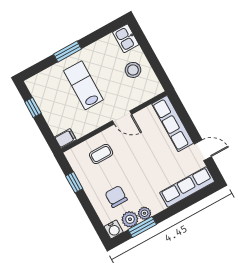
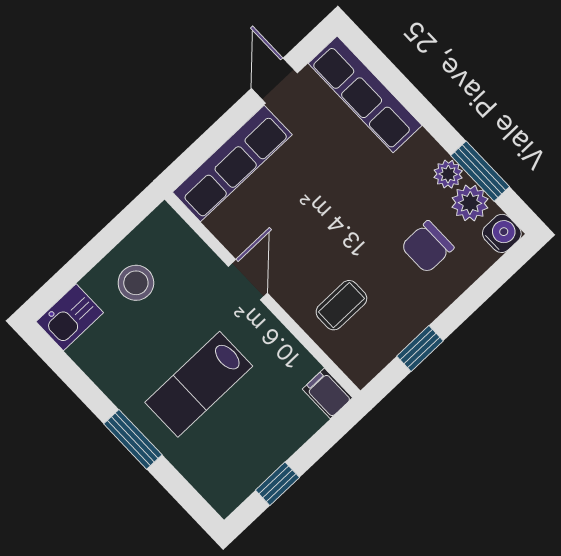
coffee table: (101, 154) -> (341, 305), turned 90

